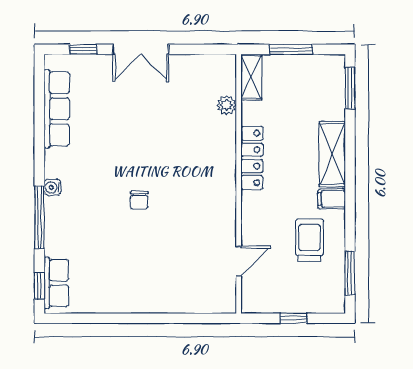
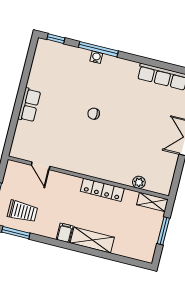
window: (350, 88) -> (130, 261), removed
water cooler: (52, 187) -> (96, 57), moved
trolley: (310, 240) -> (23, 211), moved
row of seats: (56, 283) -> (29, 105), moved, turned -90

